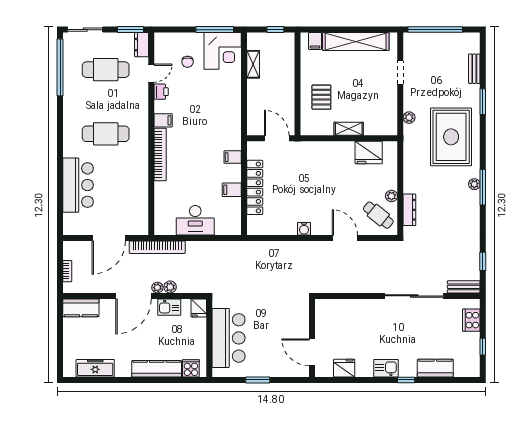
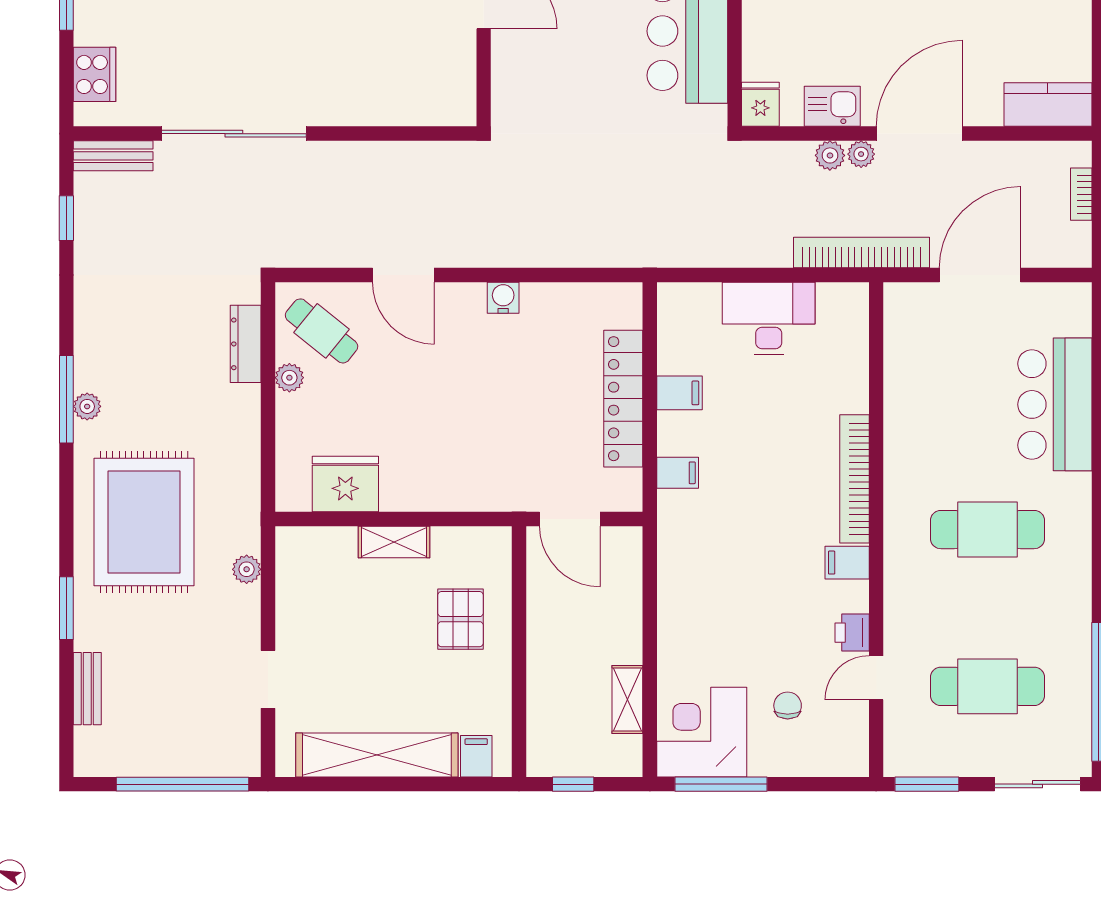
dresser: (142, 45) -> (900, 747), removed

